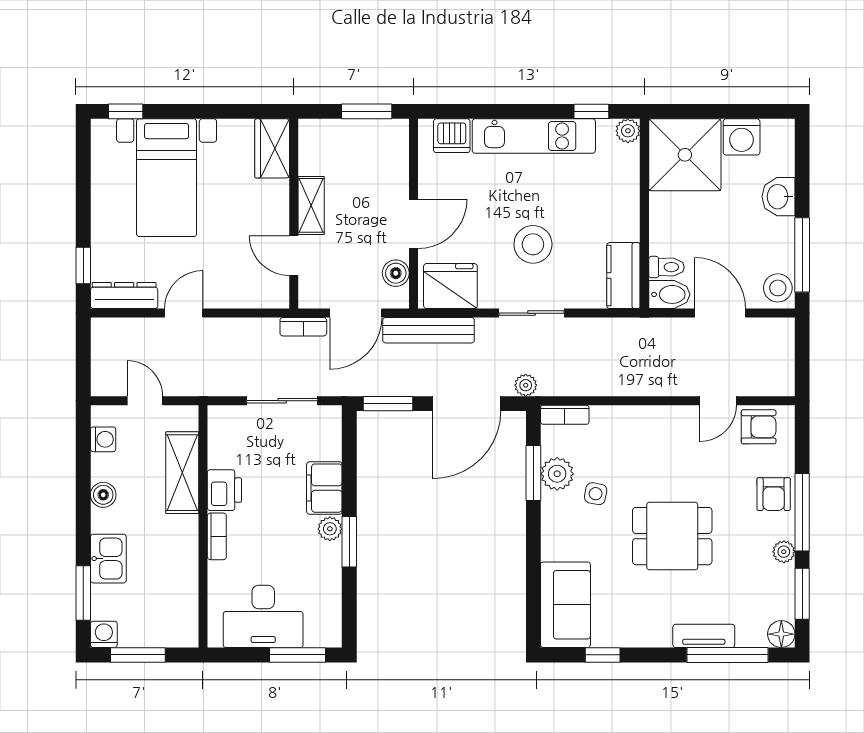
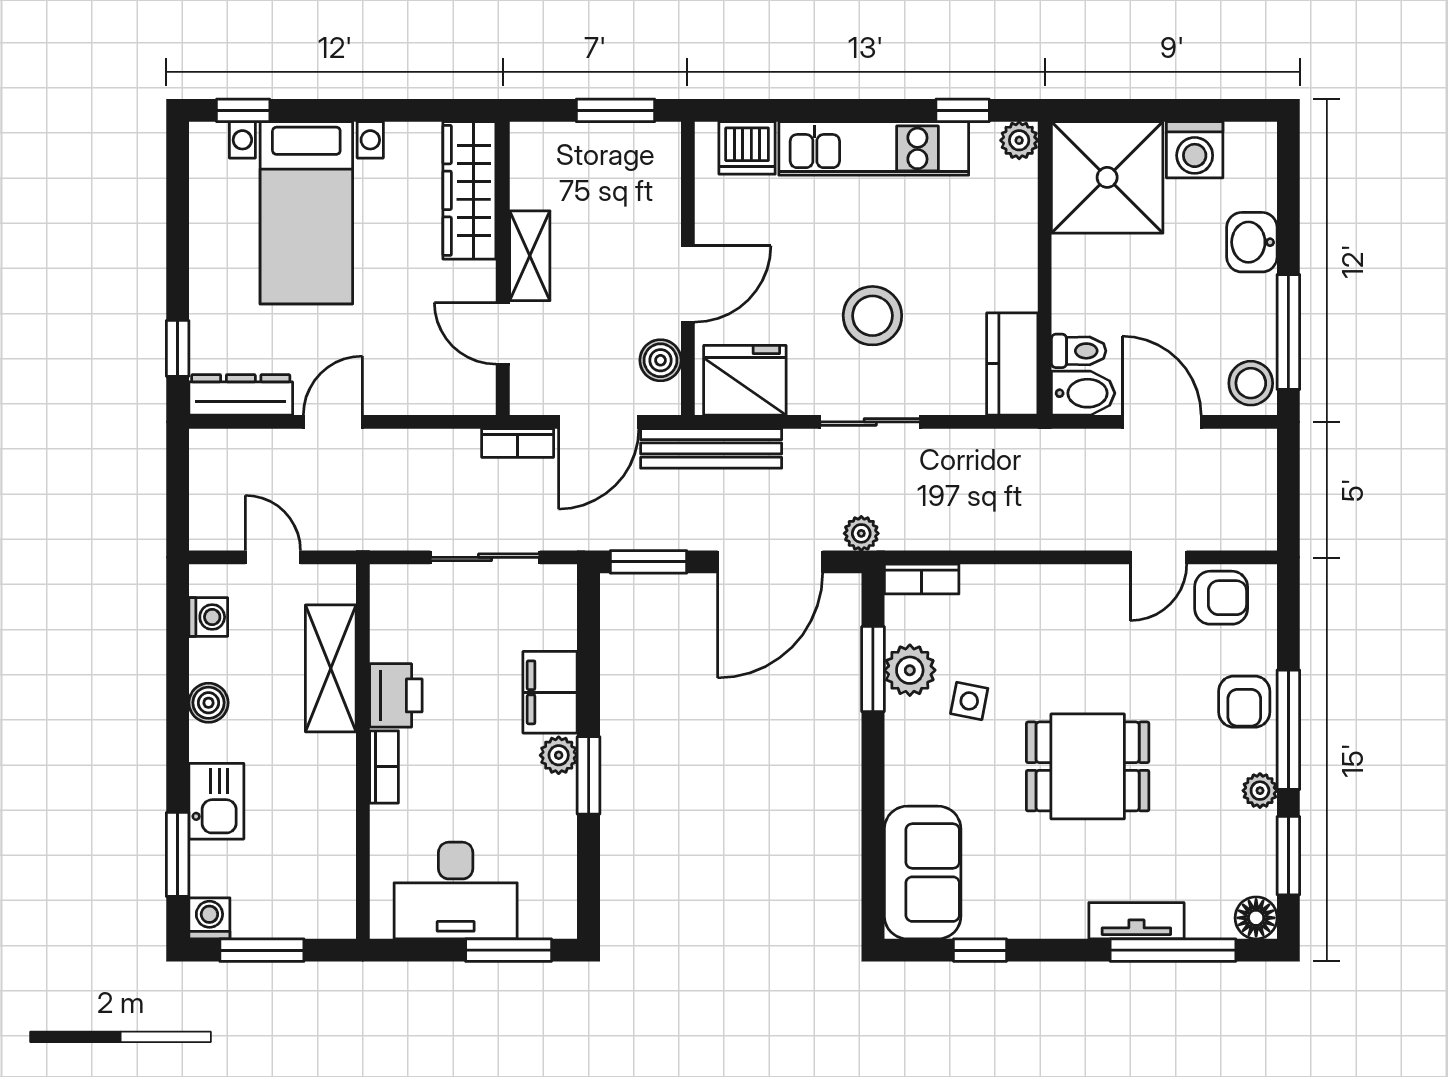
wardrobe: (272, 148) -> (469, 190), width x1.50

